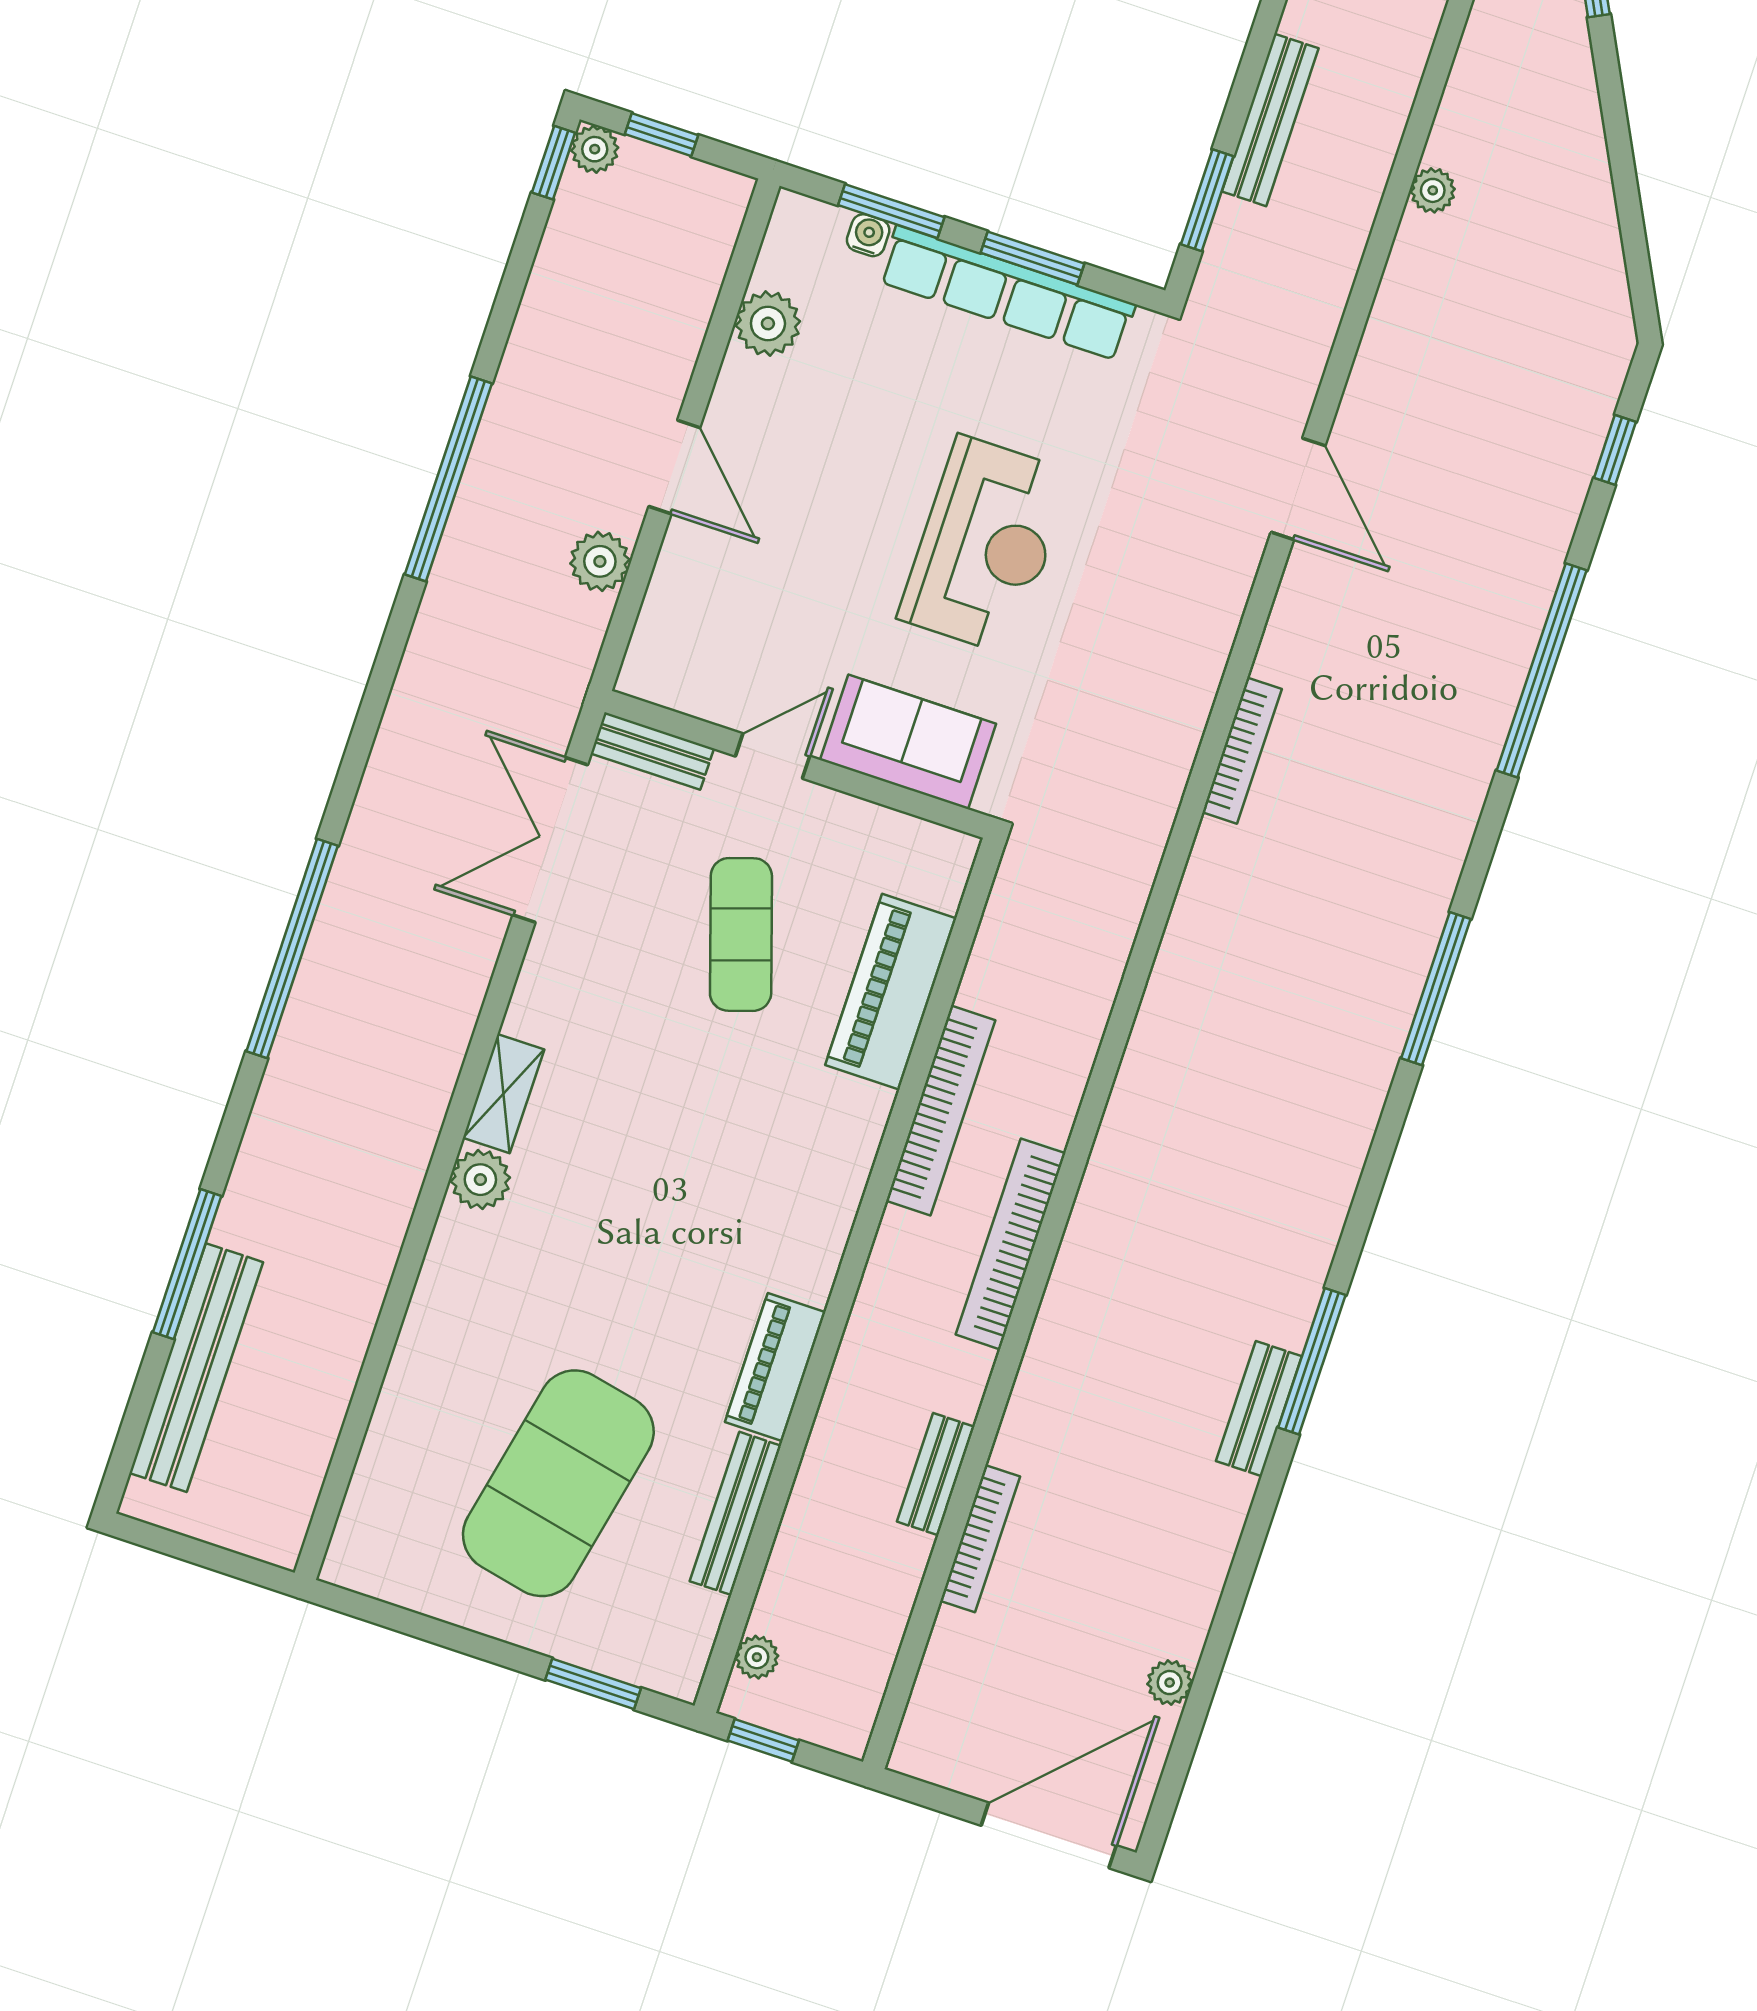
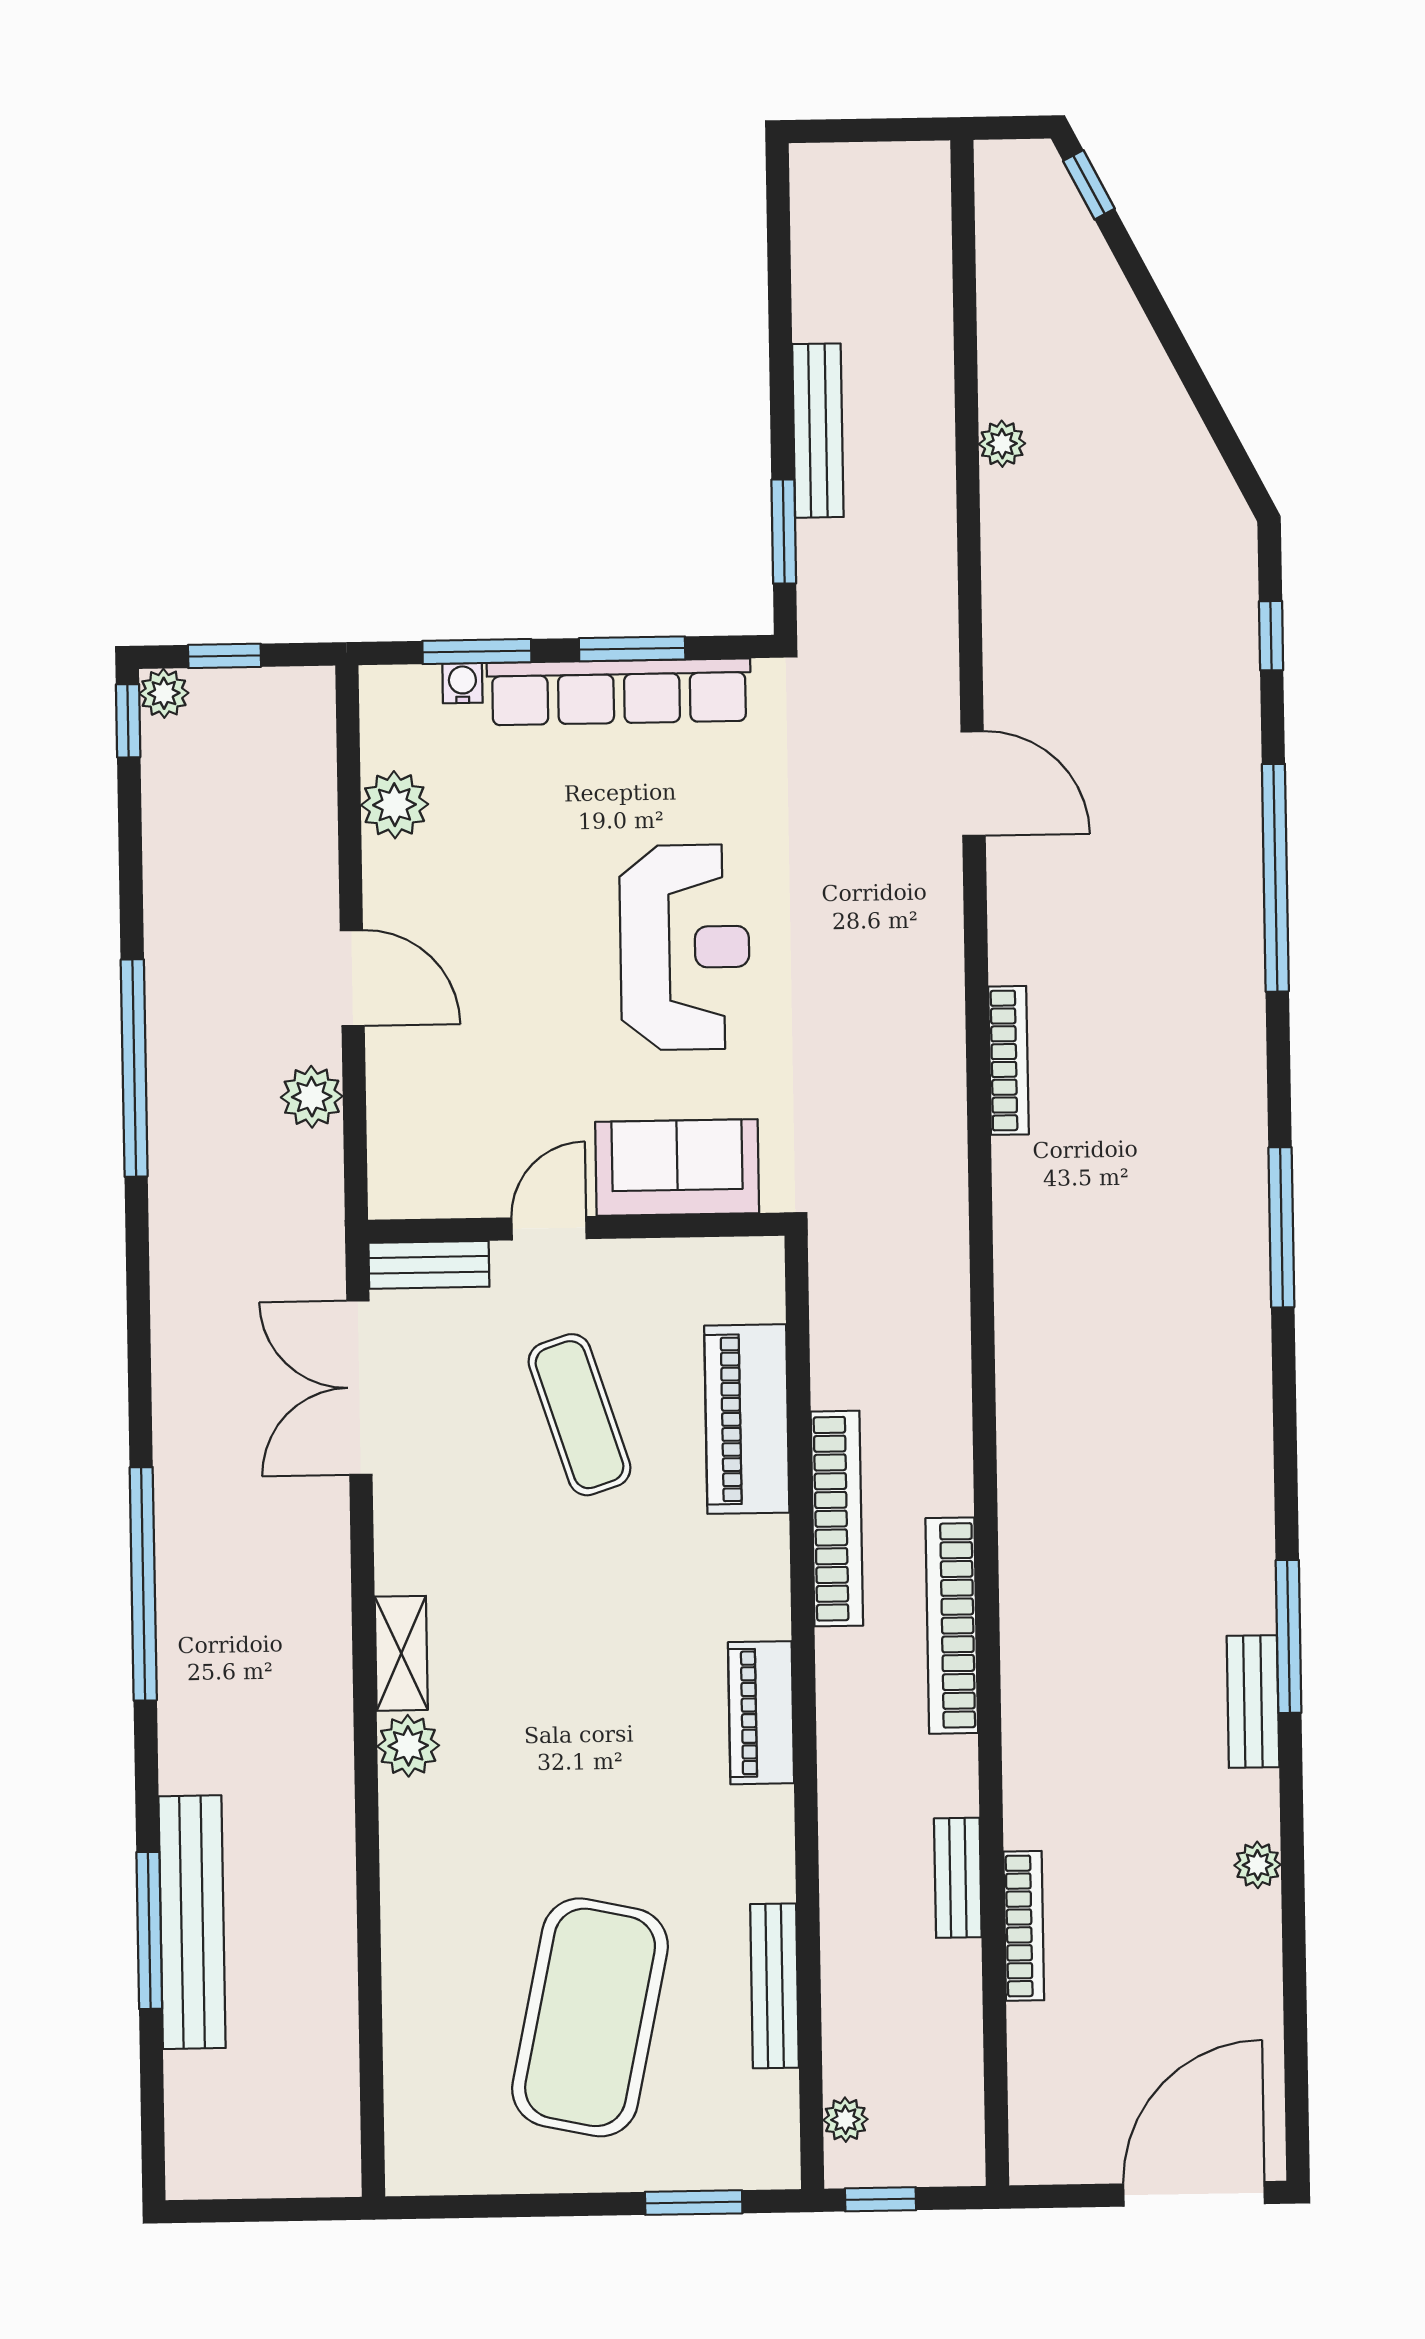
piano: (775, 1367) -> (761, 1713), moved
bench: (196, 1368) -> (192, 1922), moved
plant: (1170, 1683) -> (1258, 1865), moved

